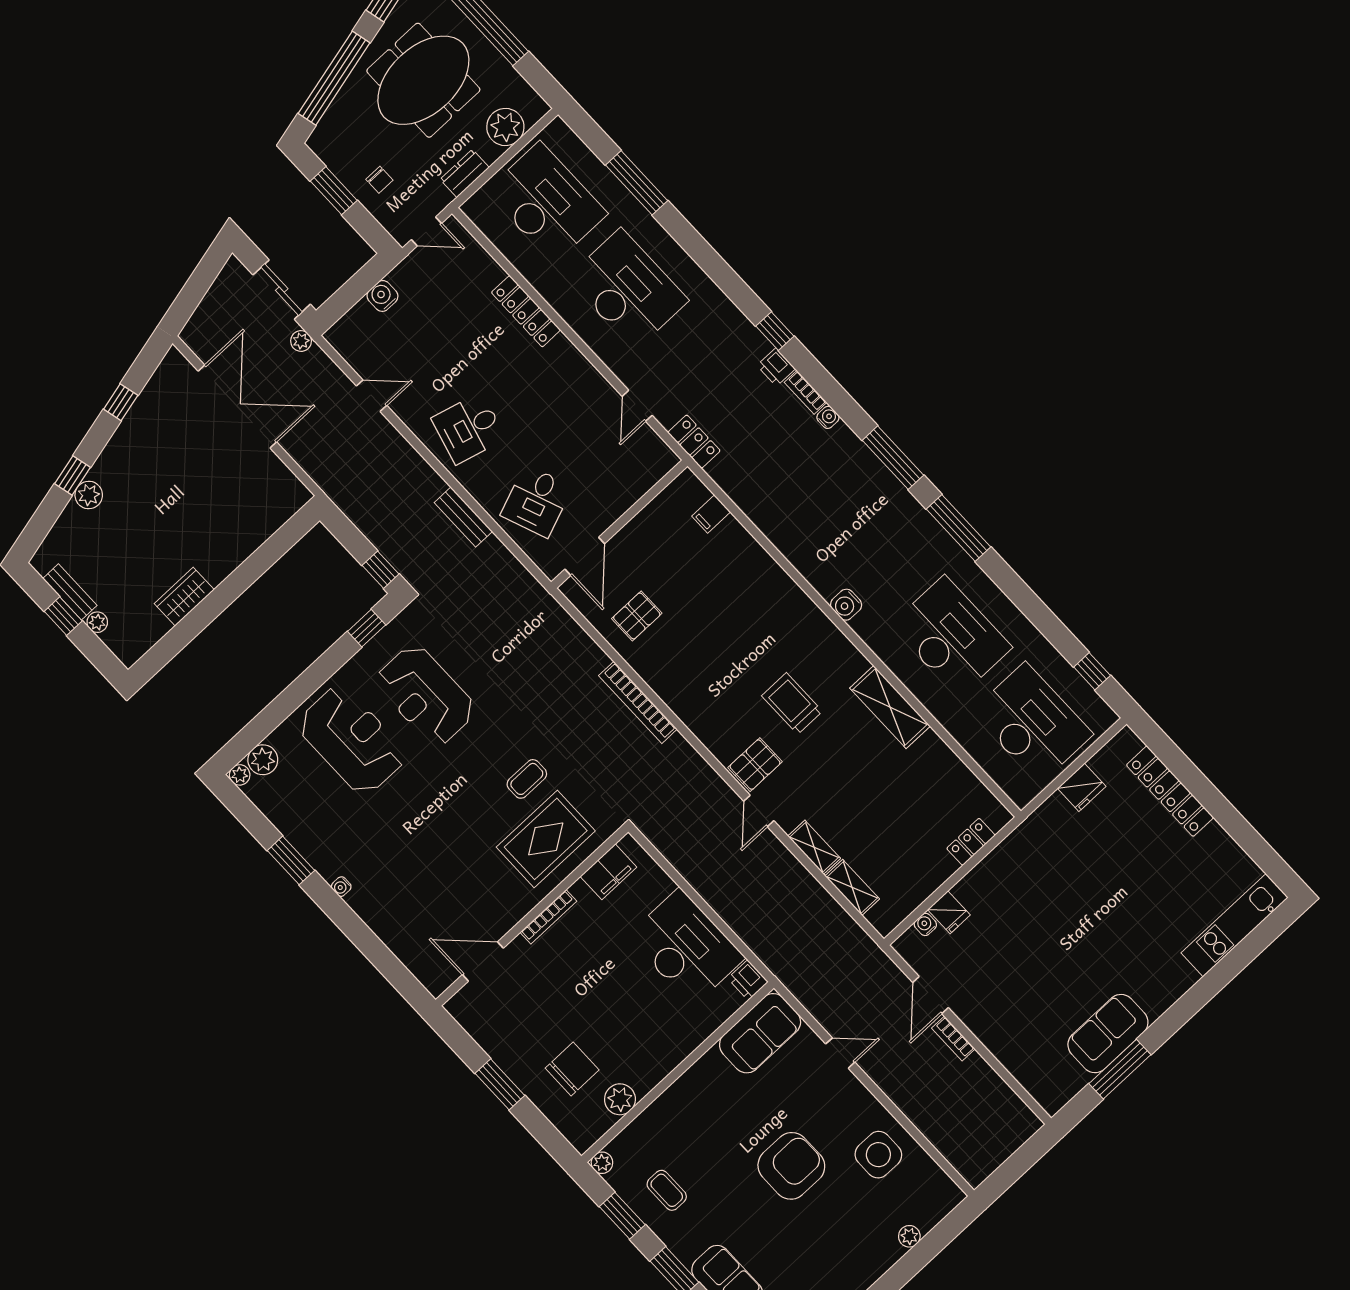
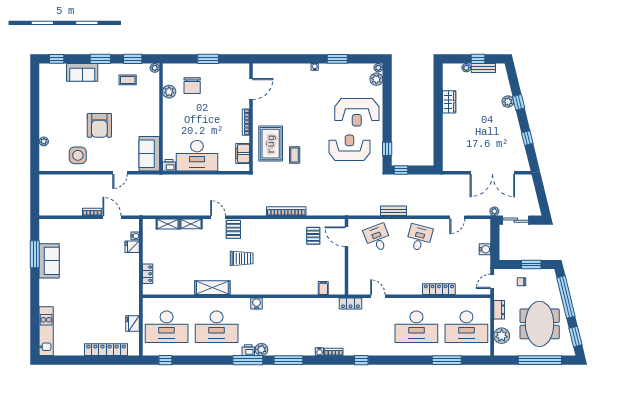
printer: (776, 367) -> (248, 350), moved
plant: (918, 522) -> (261, 349), added

